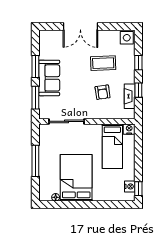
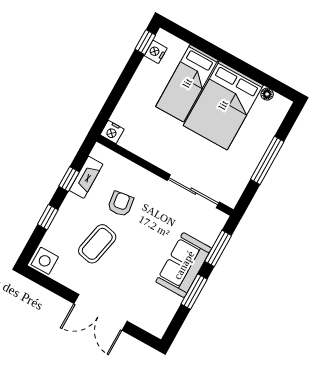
double door: (80, 26) -> (100, 312), swing flipped
coffee table: (103, 63) -> (97, 244), turned -76
bed: (112, 146) -> (187, 83), moved, turned 180

